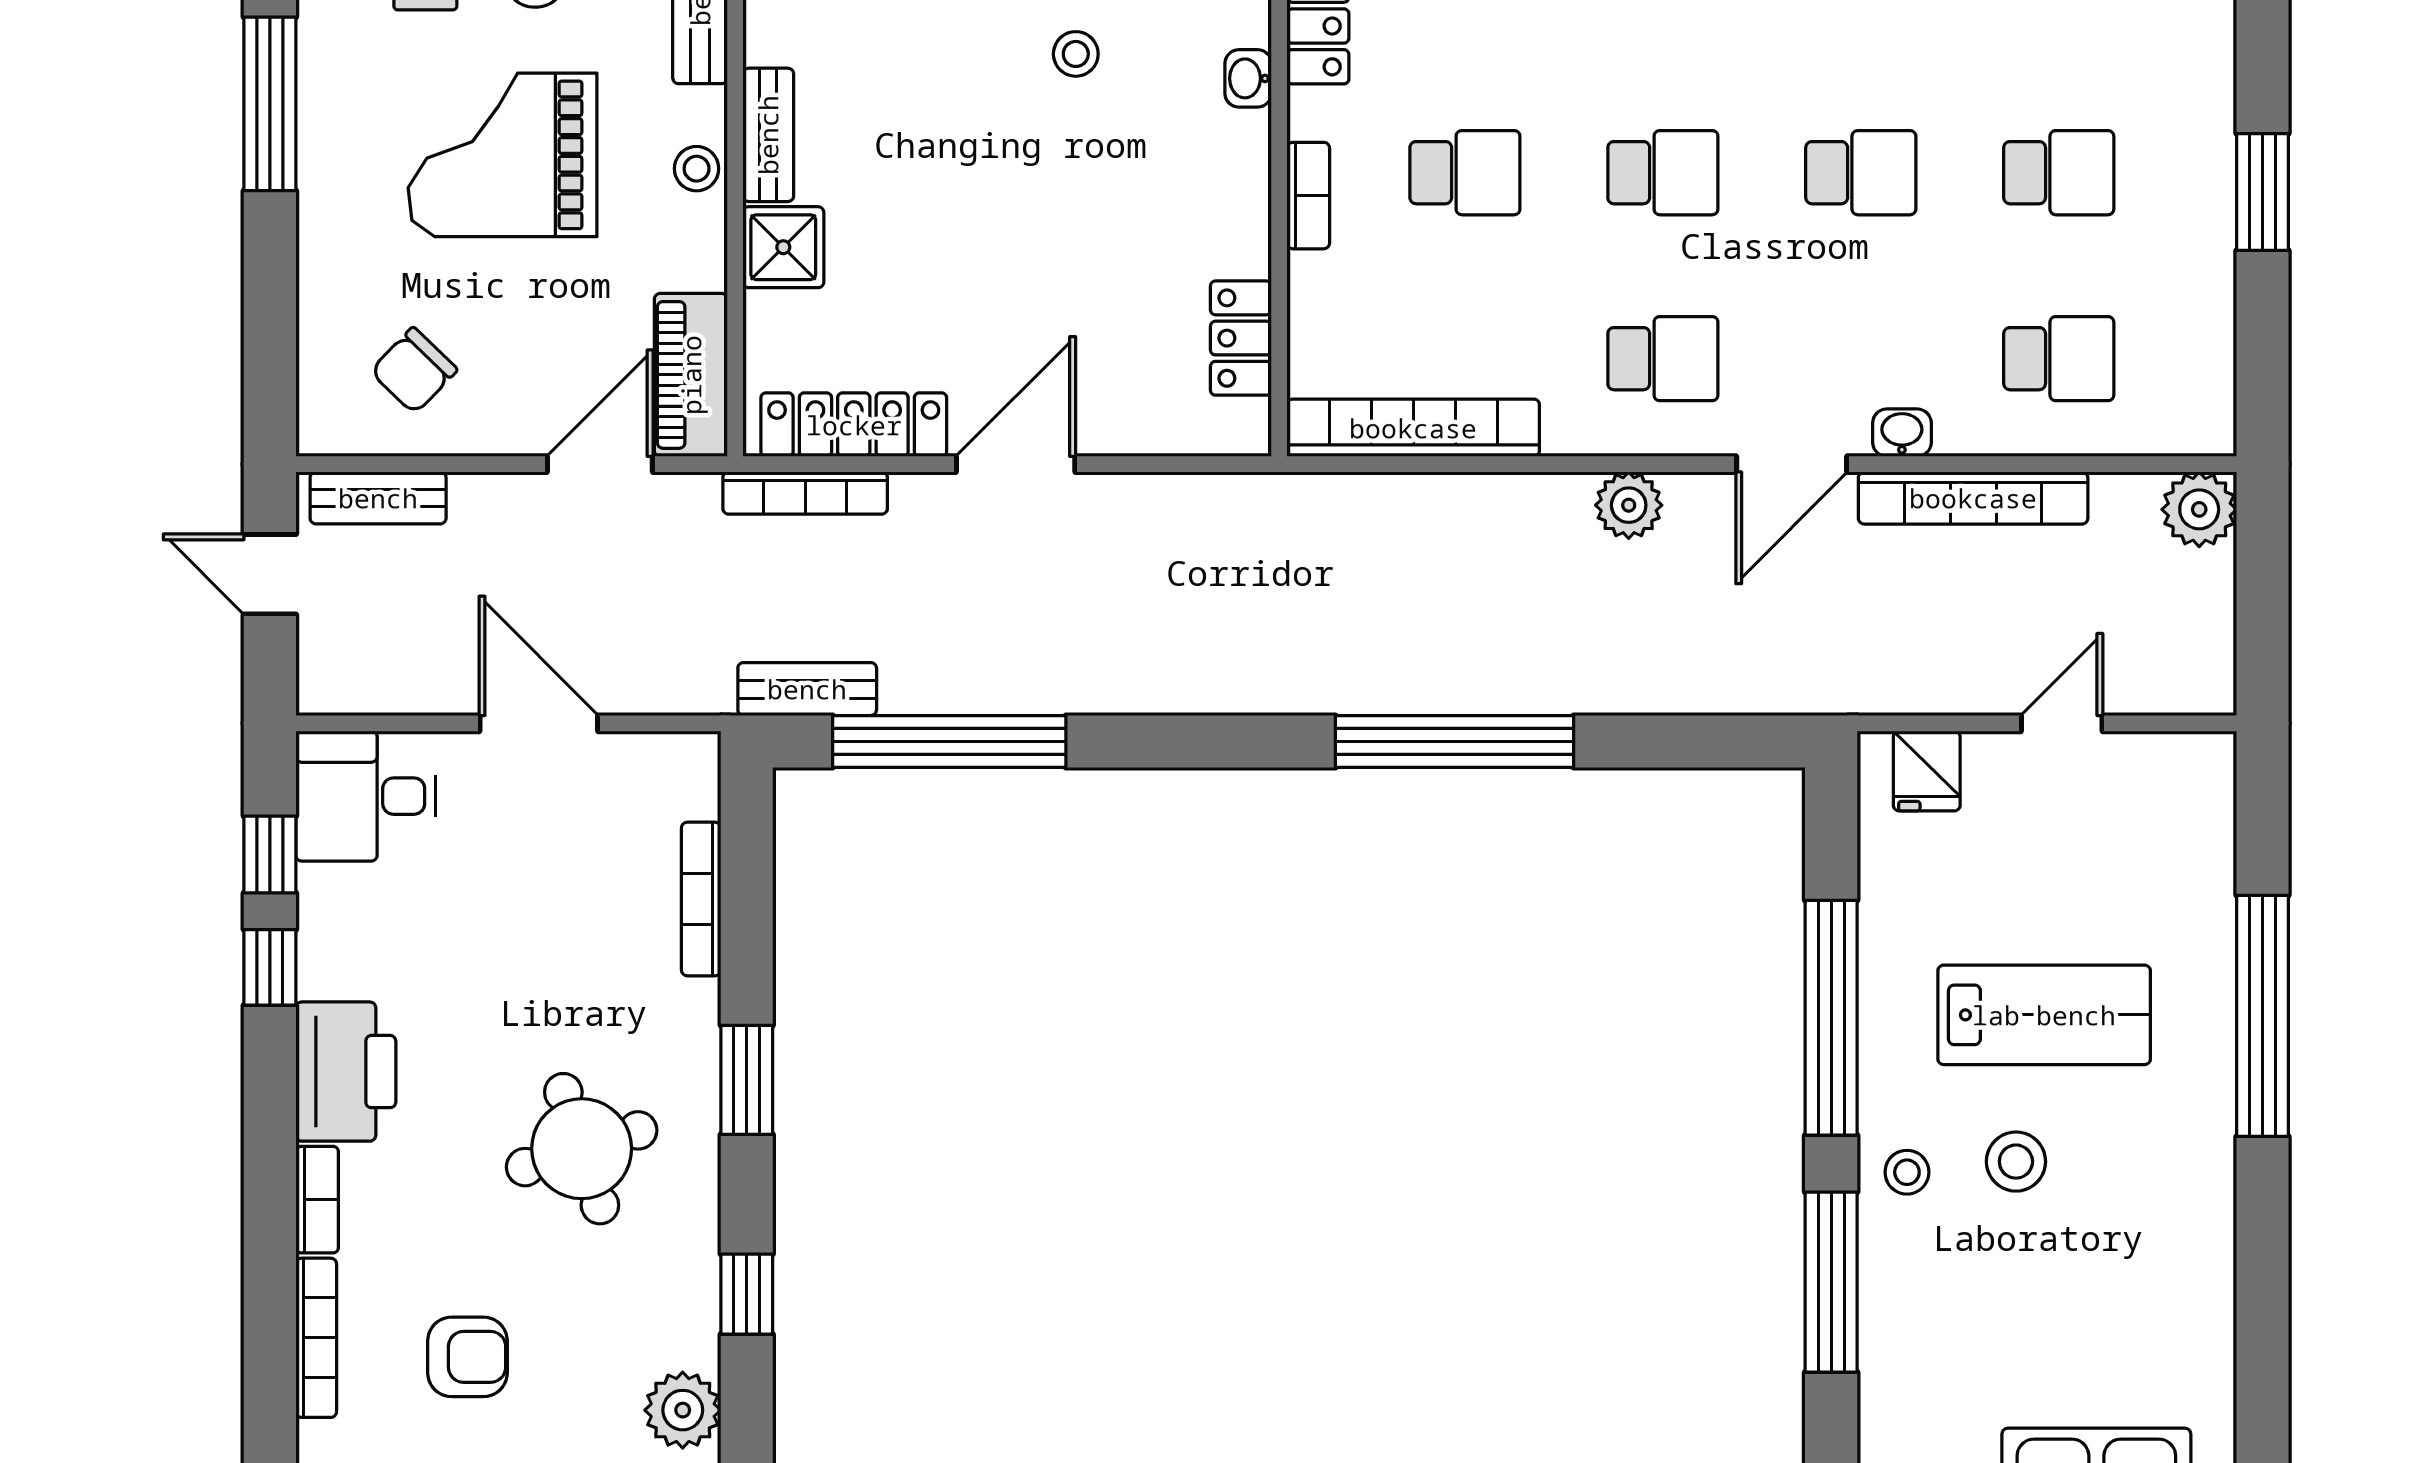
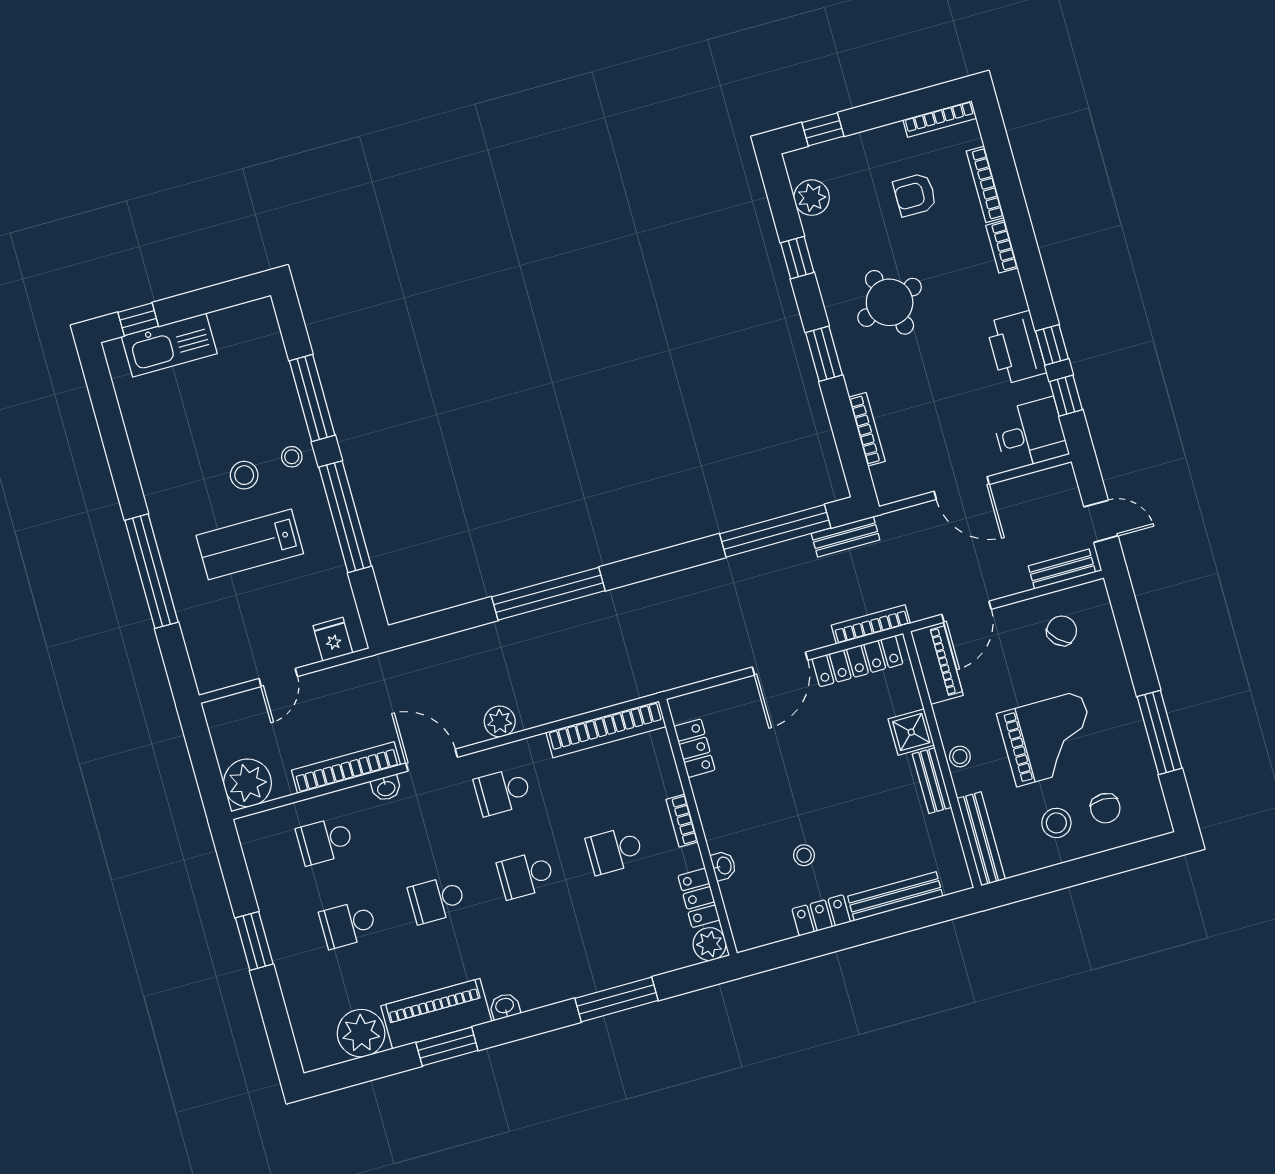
door: (1792, 464) -> (432, 760), hinge flipped
plant: (2199, 509) -> (247, 783), width x1.36, depth x1.36
printer: (346, 1072) -> (1016, 348), moved

